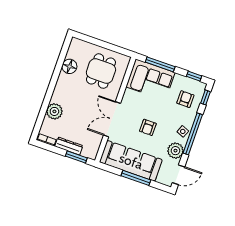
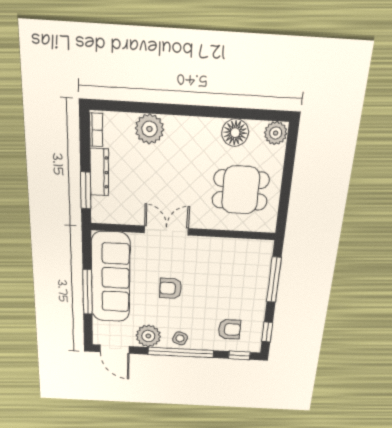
plant: (76, 45) -> (276, 133), added
corner sofa: (150, 80) -> (246, 272), removed
double door: (112, 119) -> (166, 231), width x0.73

